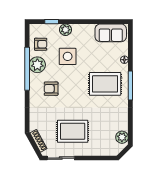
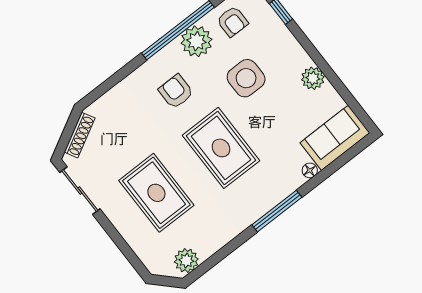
plant: (66, 30) -> (313, 78), moved
sofa: (111, 33) -> (335, 138), moved, turned 90
rug: (105, 84) -> (221, 148), moved
rug: (73, 131) -> (156, 193), moved

